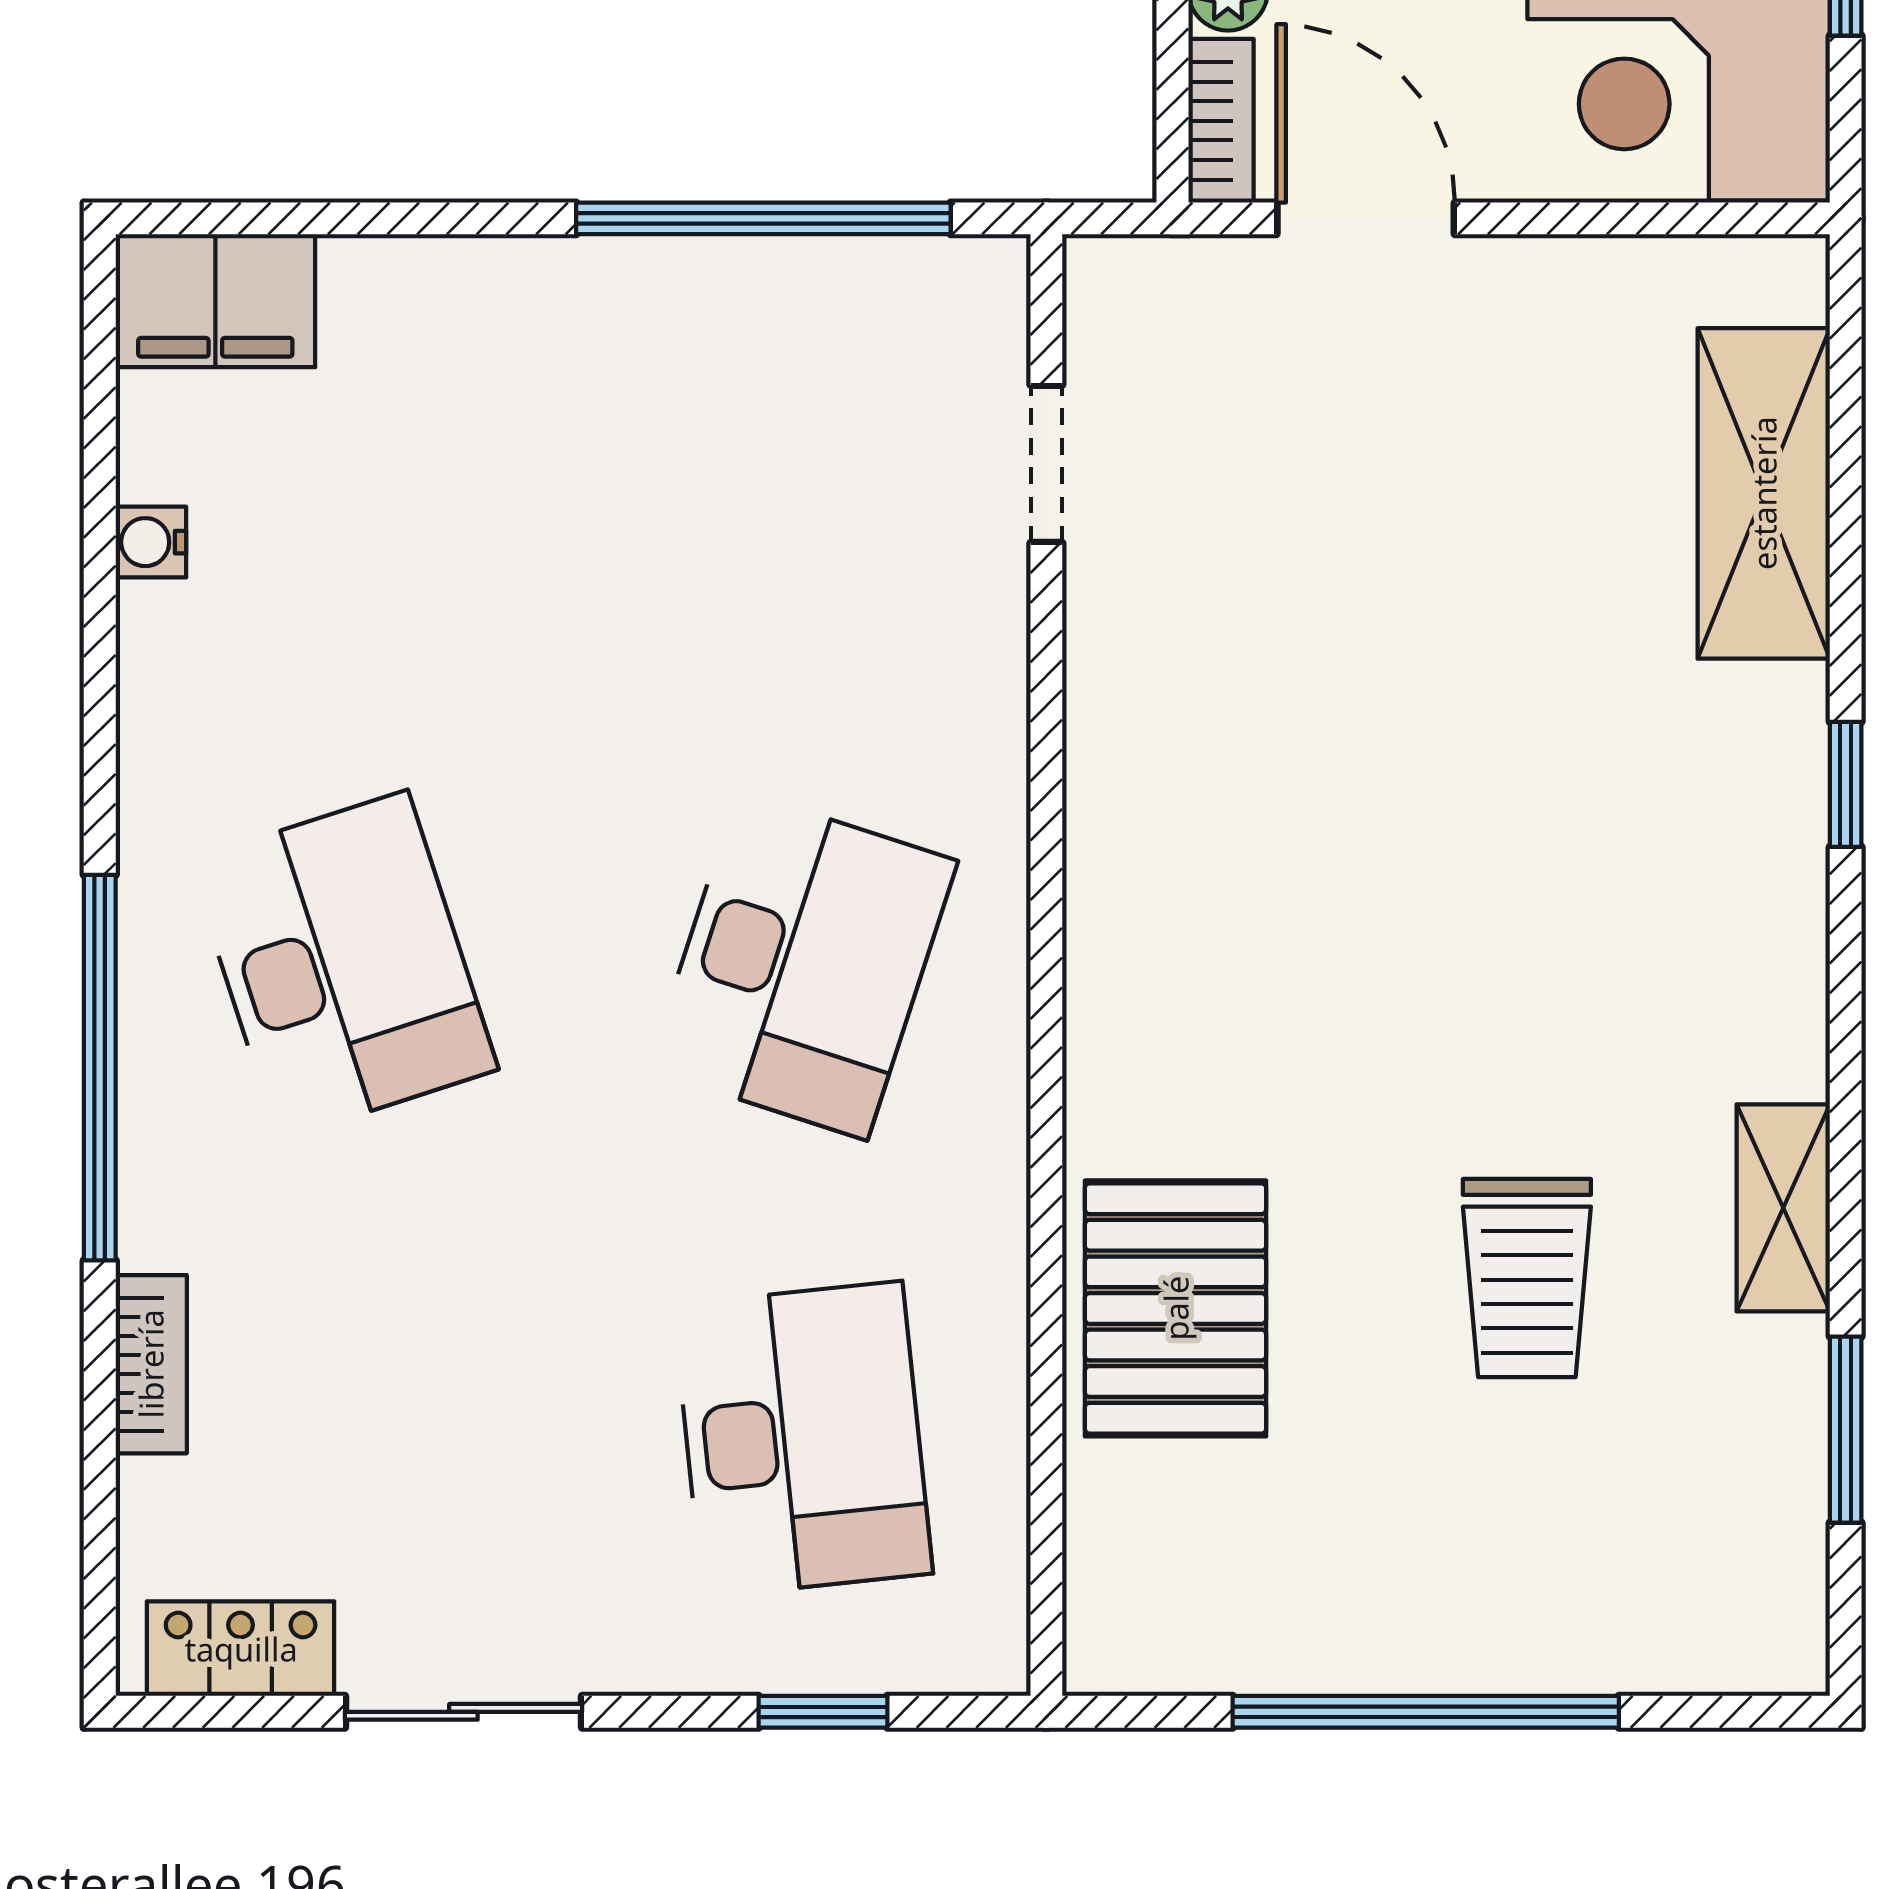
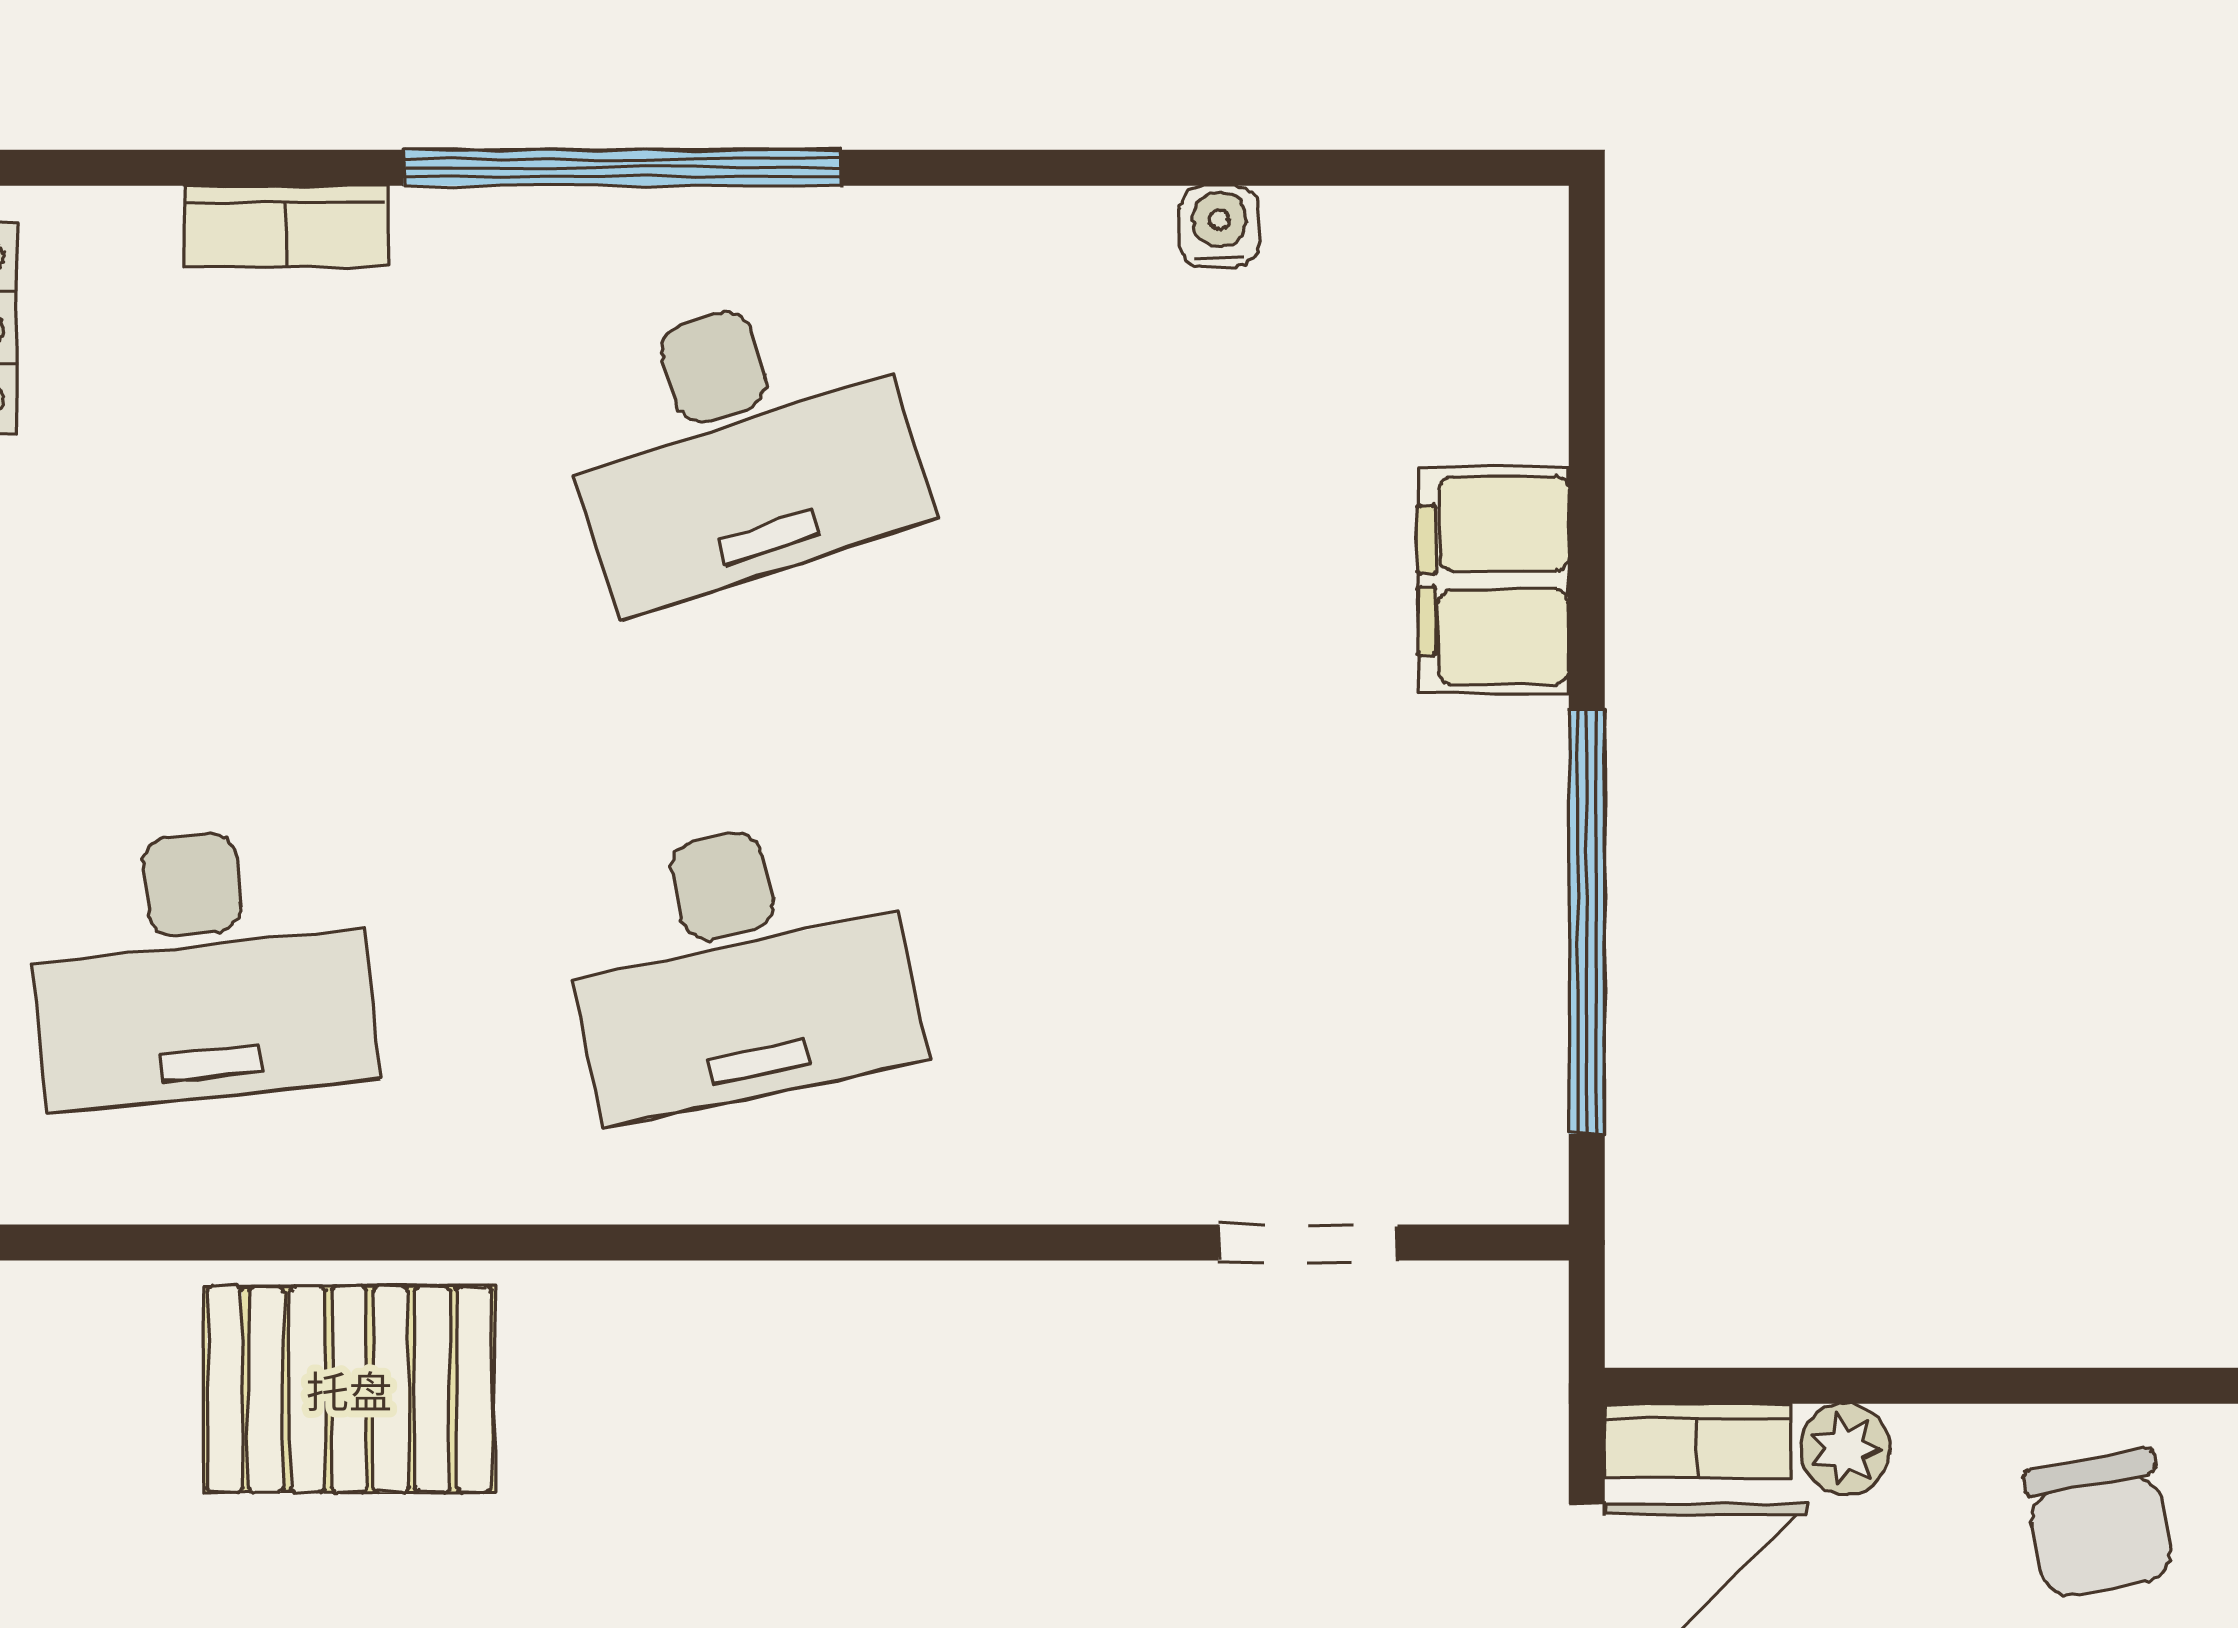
filing cabinet: (215, 301) -> (1493, 580), moved
desk: (803, 965) -> (739, 966), turned -30

